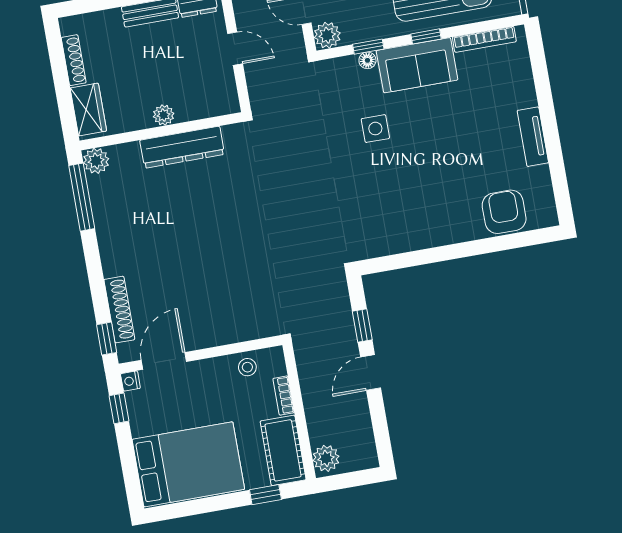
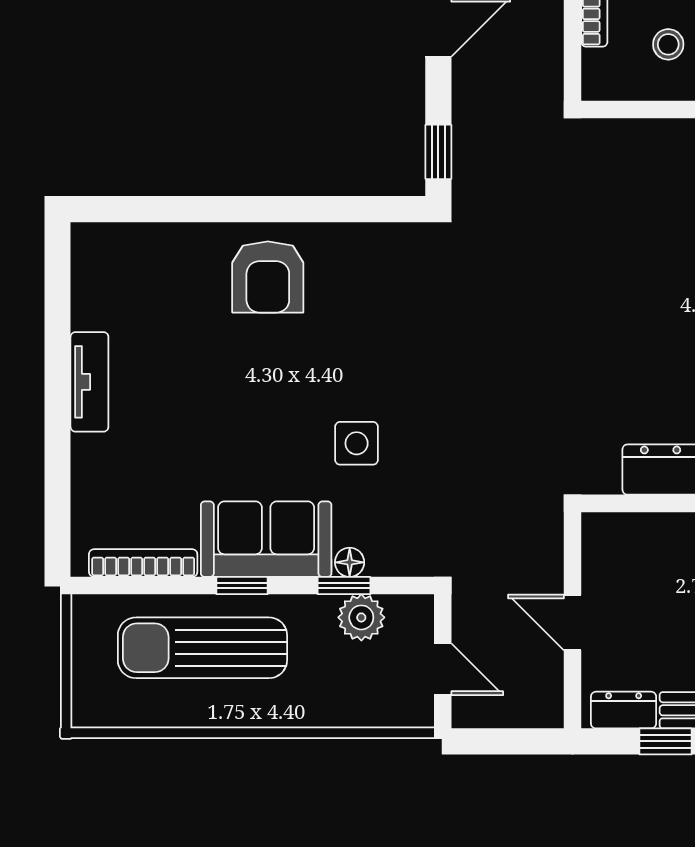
plant: (327, 35) -> (361, 617), moved
armchair: (504, 212) -> (268, 277), moved
window: (362, 325) -> (438, 152), moved
stool: (247, 367) -> (668, 44), moved

